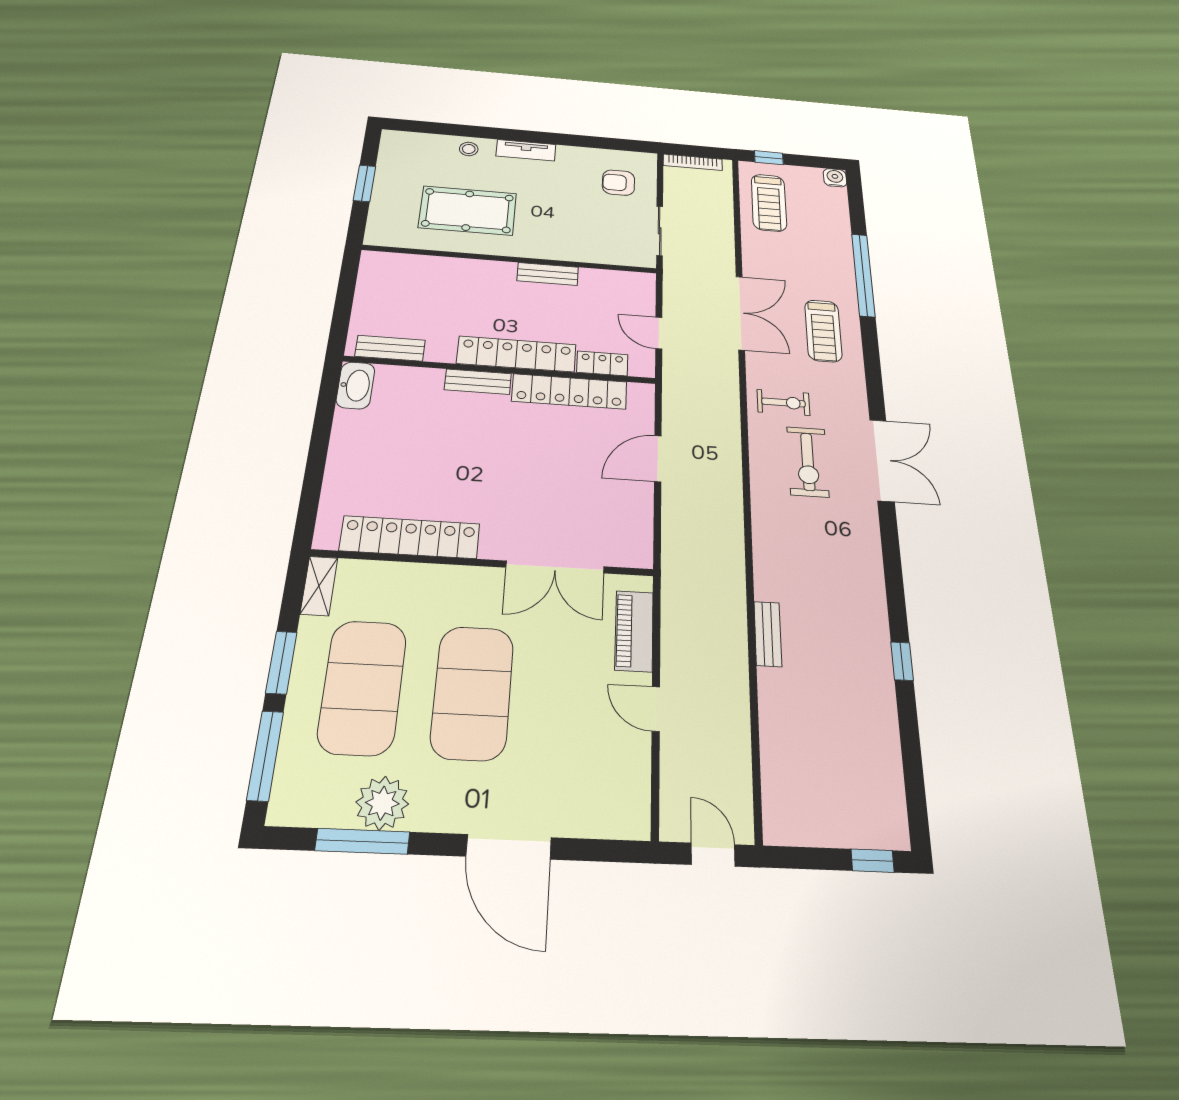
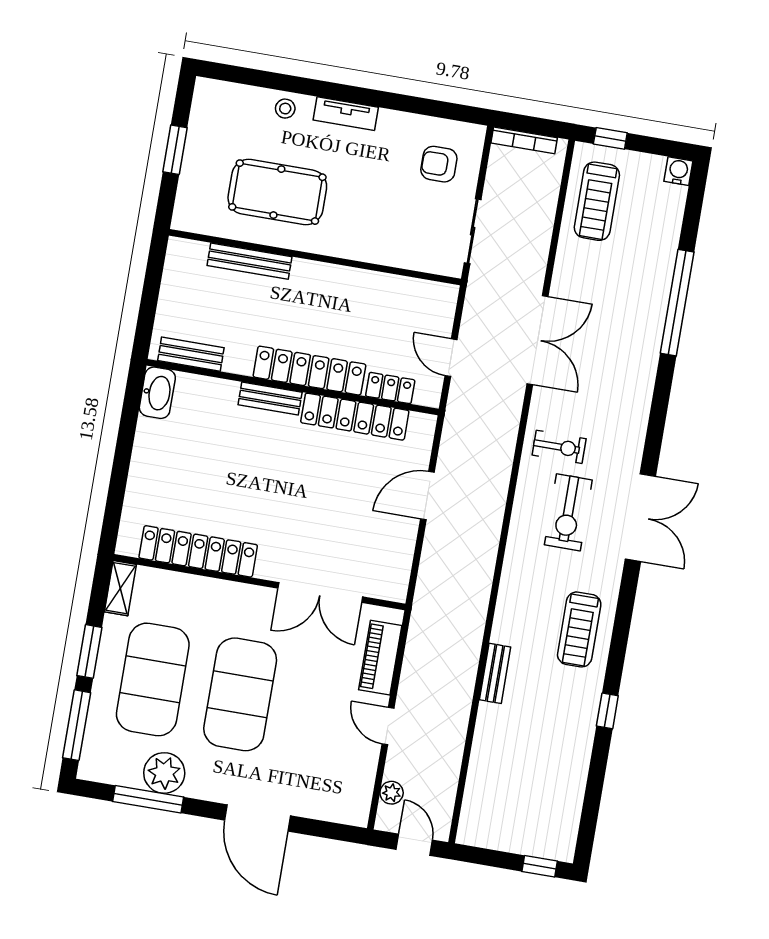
bench: (548, 274) -> (249, 261), moved, width x1.36
treadmill: (823, 331) -> (579, 629), moved
plant: (674, 791) -> (392, 793), added

